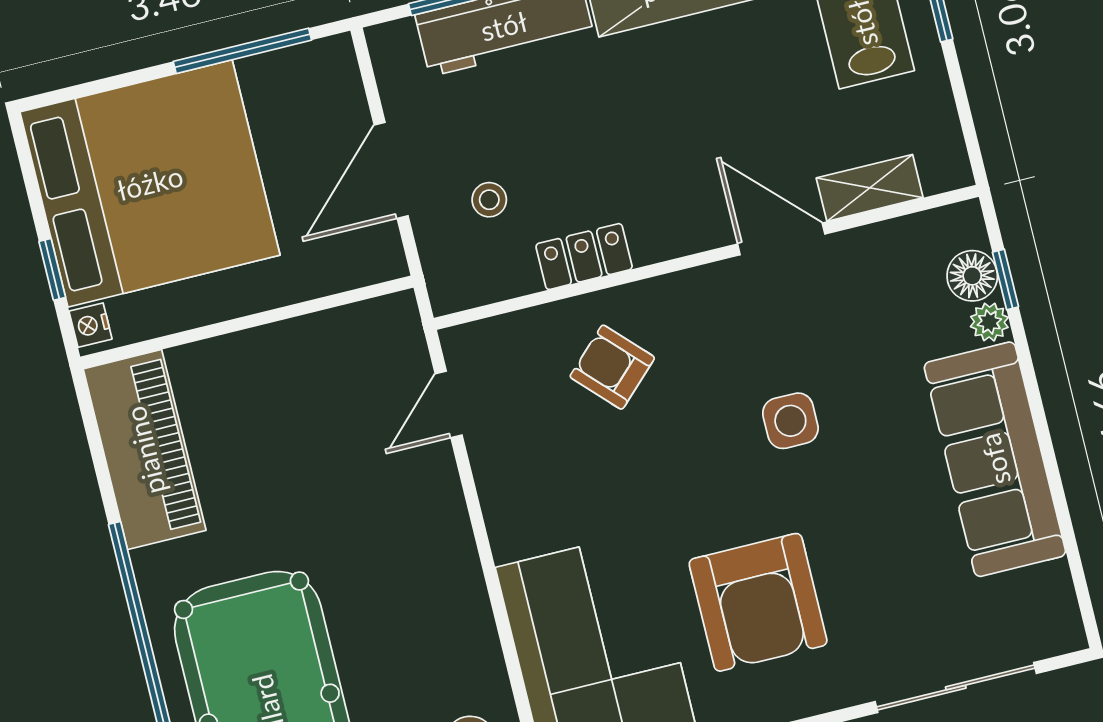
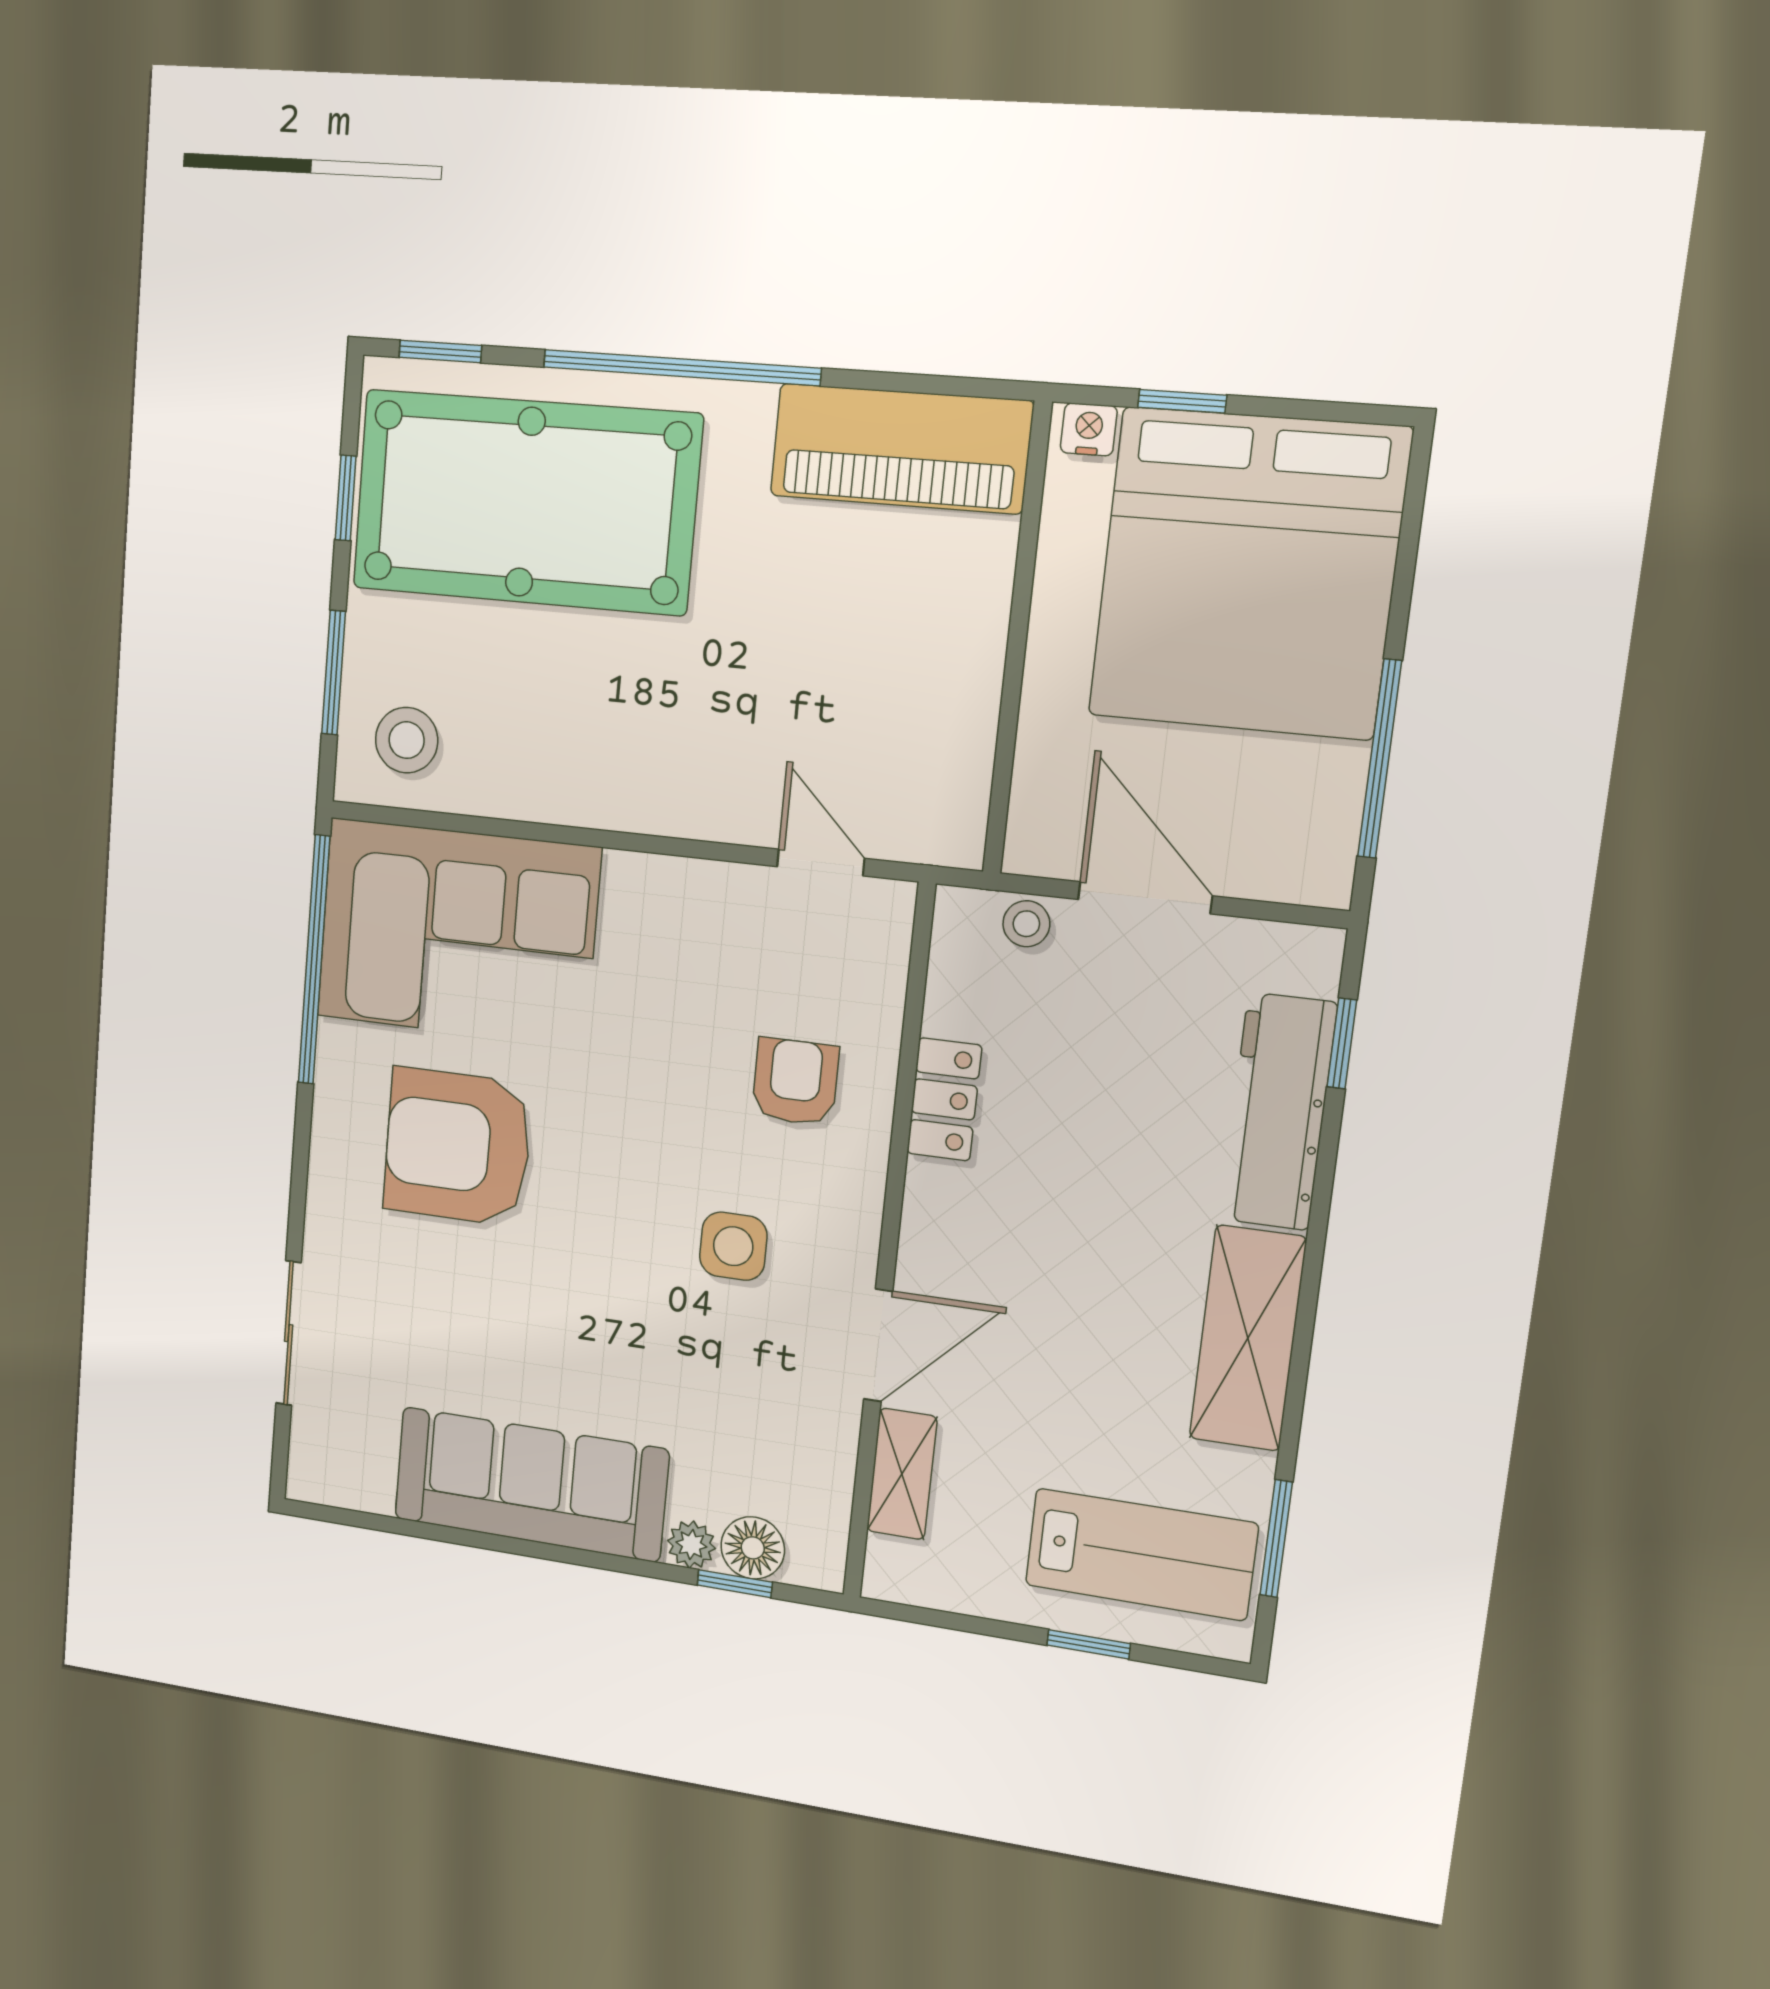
stool: (489, 200) -> (1026, 924), moved
armchair: (612, 367) -> (795, 1082), turned -46
side table: (790, 421) -> (733, 1246), moved
sliding door: (956, 687) -> (289, 1333), width x0.73

